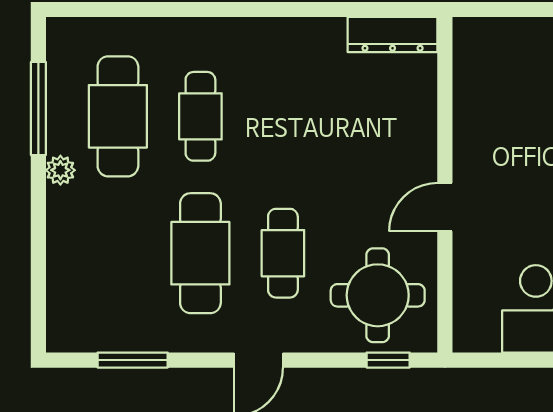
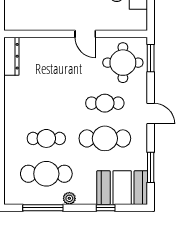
window: (38, 255) -> (106, 208), added
booth: (85, 294) -> (122, 188), added
window: (388, 360) -> (151, 58), width x1.50

